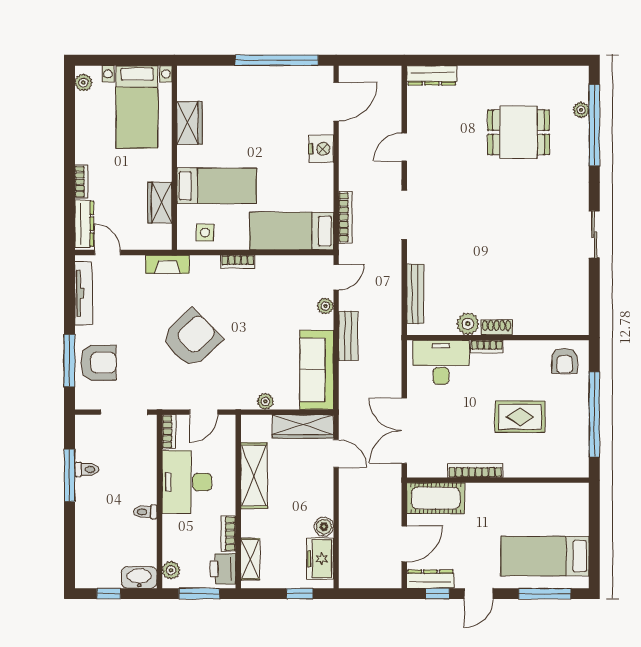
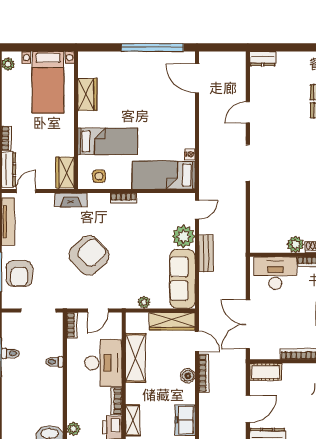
dresser: (432, 75) -> (263, 59), width x0.70
door: (336, 102) -> (197, 78), swing flipped
nightstand: (321, 149) -> (190, 154), moved, width x0.53, depth x0.56
wardrobe: (160, 203) -> (65, 173), moved
bookcase: (345, 217) -> (204, 373), moved
door: (107, 252) -> (26, 191), hinge flipped
bench: (415, 294) -> (256, 222), removed
plant: (325, 306) -> (184, 236), width x1.87, depth x1.87
armchair: (98, 363) -> (19, 273), turned 90
desk: (187, 482) -> (103, 363), moved, turned 180
cot: (436, 498) -> (266, 372), width x0.73, depth x0.75
toilet: (145, 512) -> (54, 362), moved
boiler: (324, 527) -> (188, 376), moved

